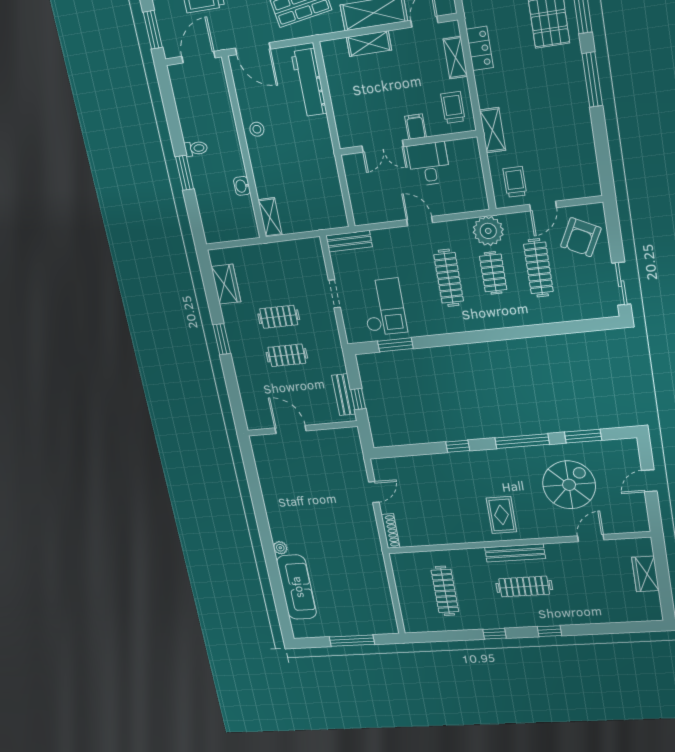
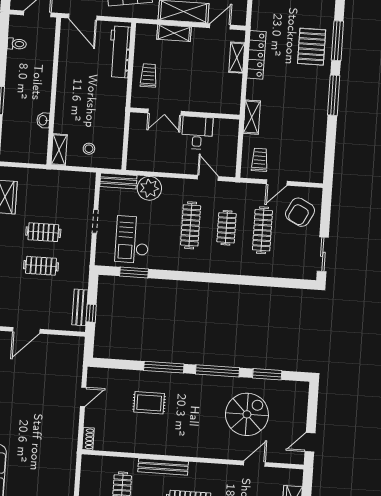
locker: (480, 48) -> (256, 55), width x1.53
trolley: (453, 107) -> (149, 75), moved
filing cabinet: (416, 127) -> (194, 102), removed
stool: (257, 129) -> (89, 149), moved
toilet: (196, 148) -> (17, 44), moved
door: (420, 221) -> (208, 178), moved
plant: (488, 231) -> (149, 188), moved
checkout: (383, 307) -> (132, 240), turned 180
door: (291, 429) -> (26, 330), swing flipped
window: (458, 446) -> (164, 367), width x2.17
door: (649, 481) -> (310, 442), moved
rug: (501, 515) -> (149, 403), moved, turned 90
shoe rack: (391, 531) -> (88, 439), width x0.70
bench: (515, 553) -> (163, 467), moved

